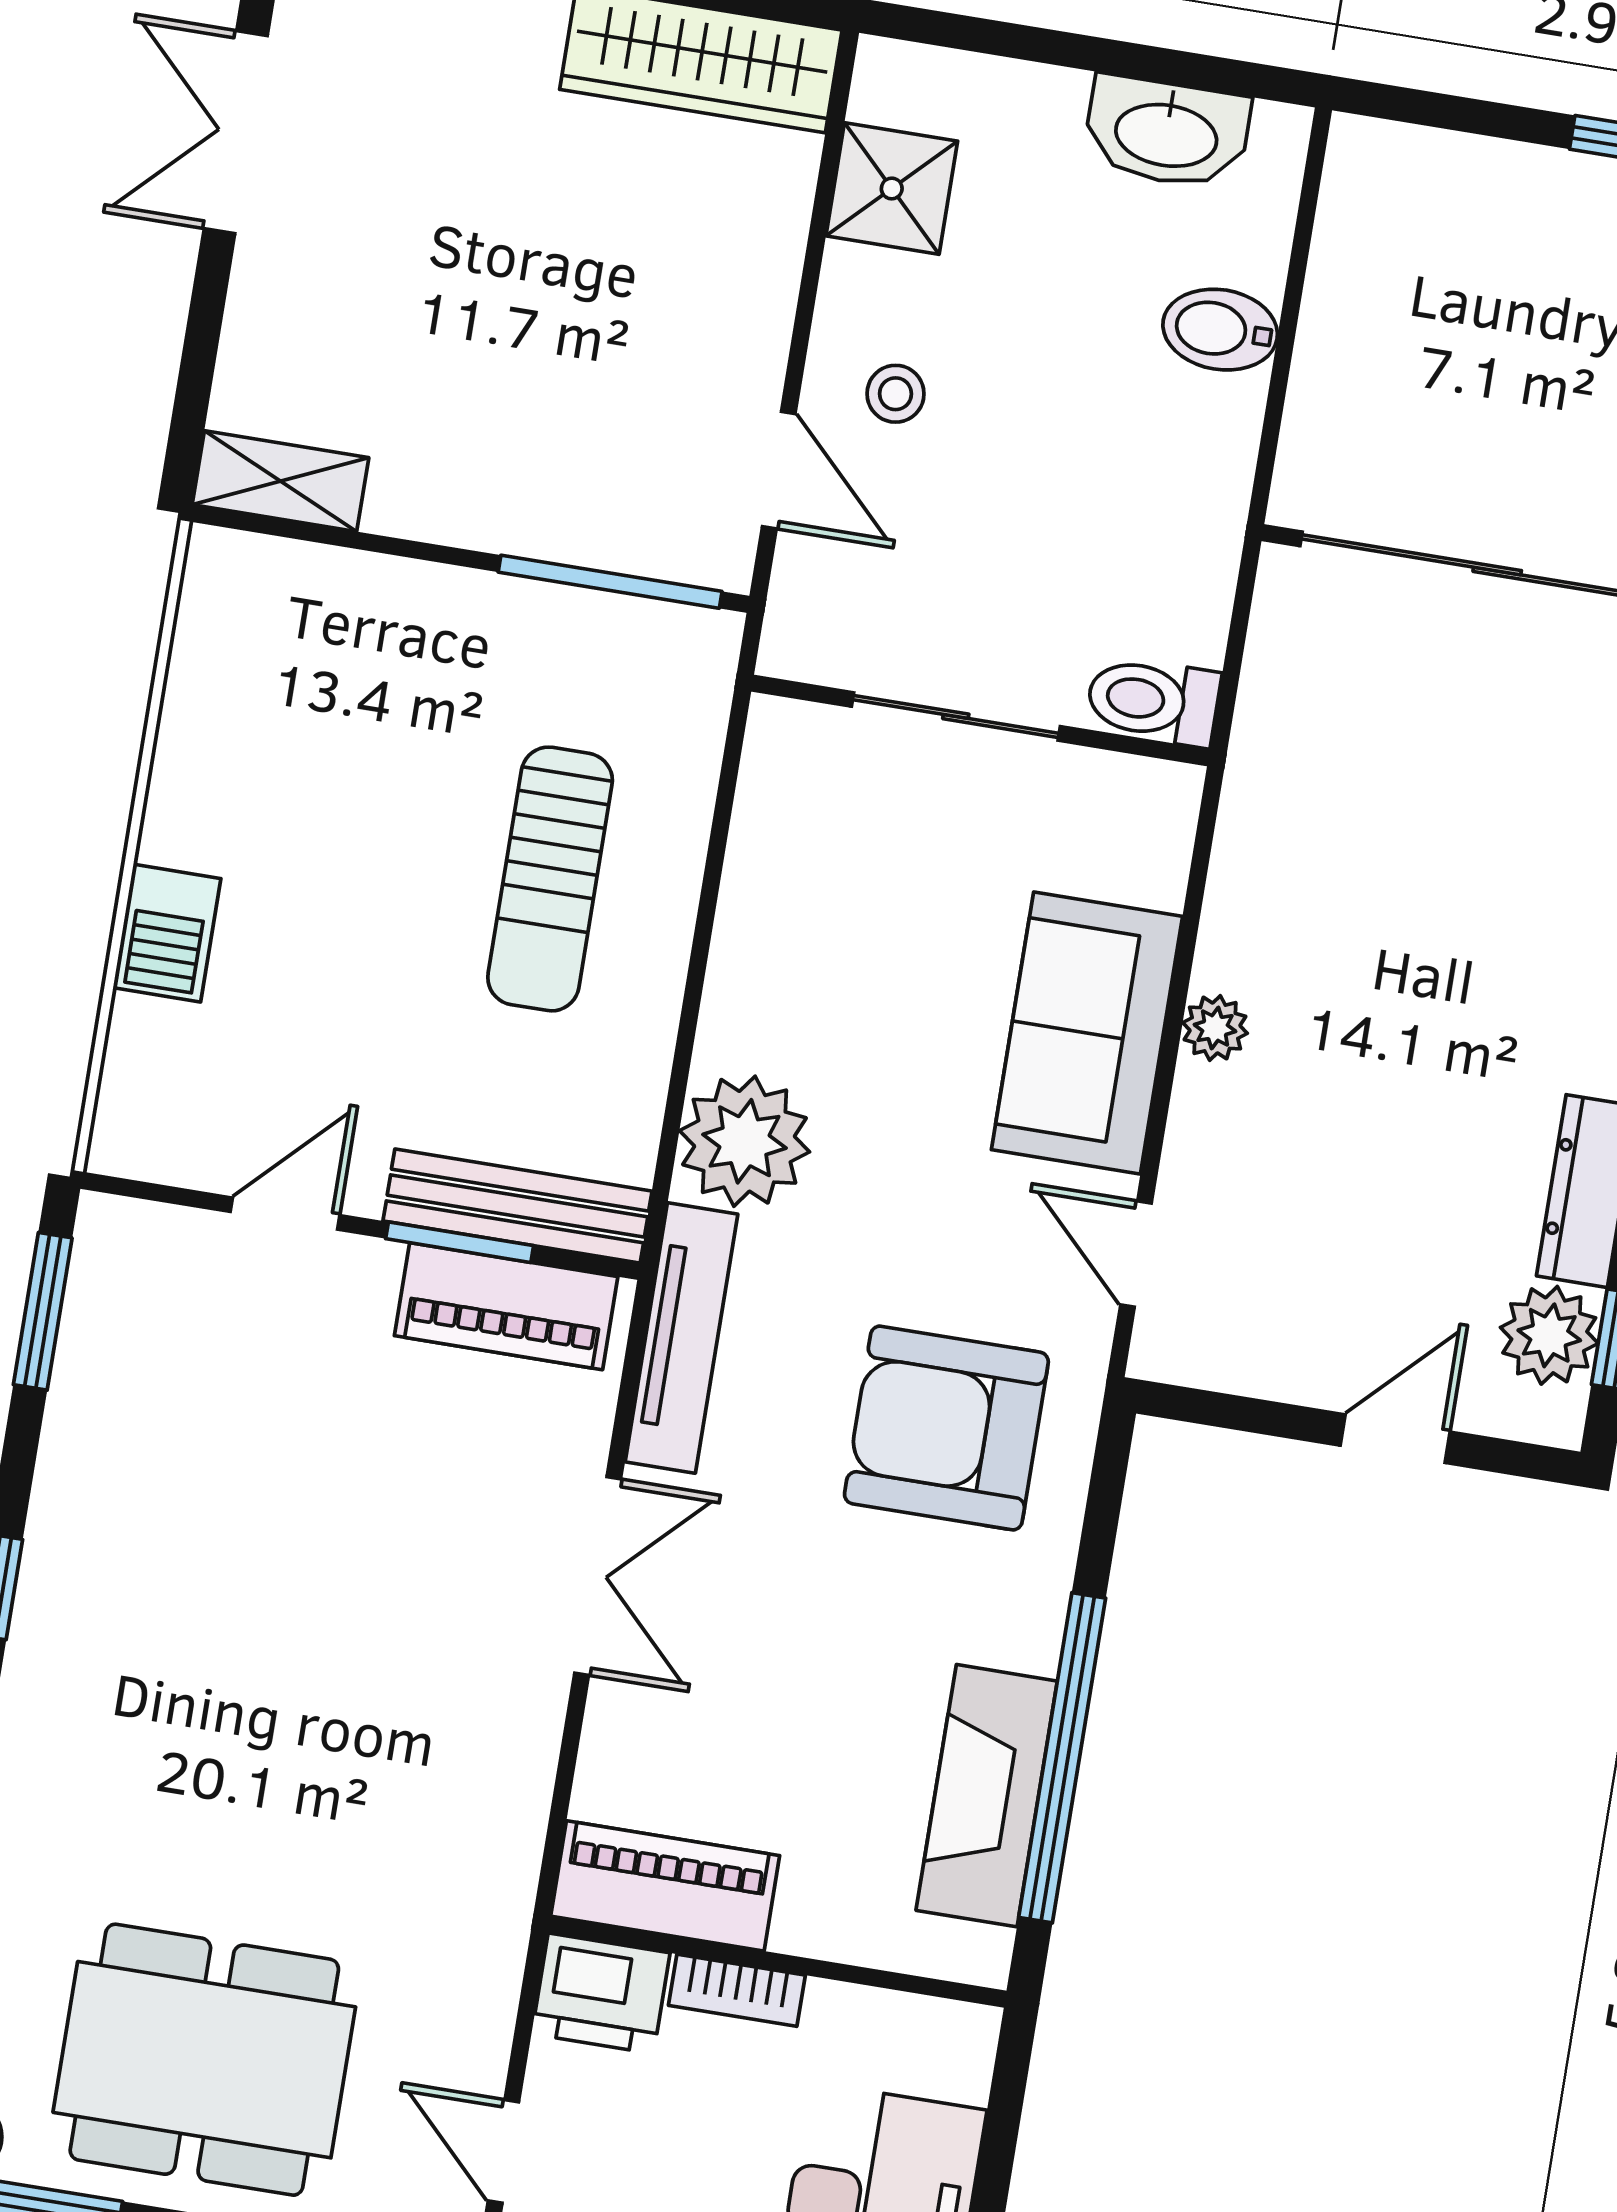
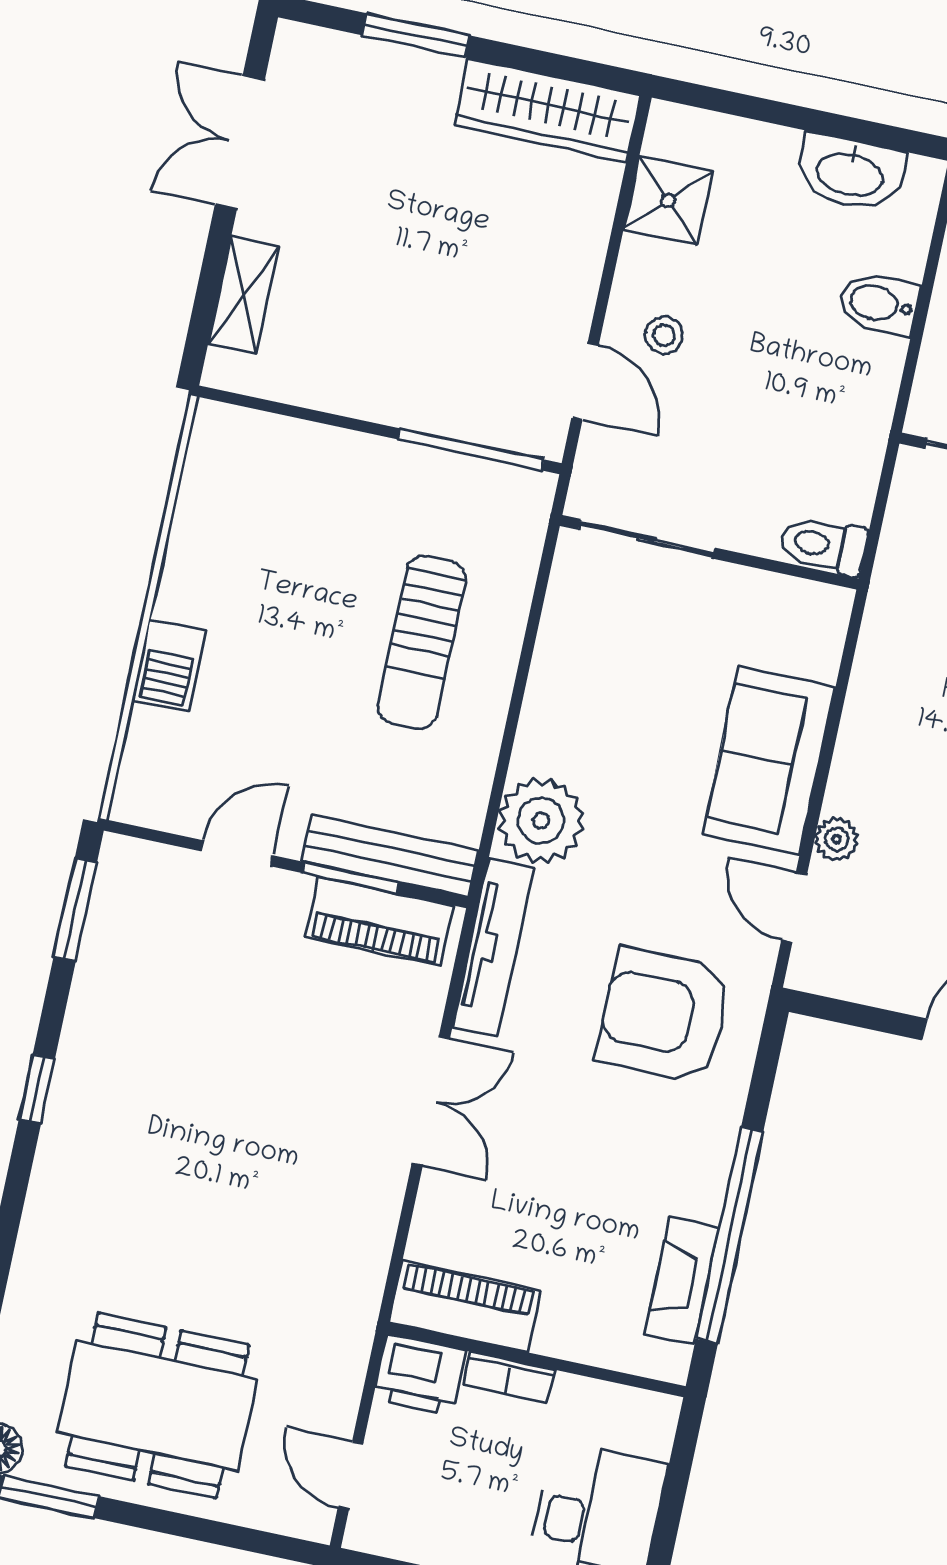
shelving: (280, 481) -> (244, 295), moved, turned 90
sliding door: (956, 716) -> (647, 539), moved
plant: (1215, 1028) -> (837, 839), moved
fireplace: (987, 1796) -> (682, 1281), width x0.73, depth x0.76

